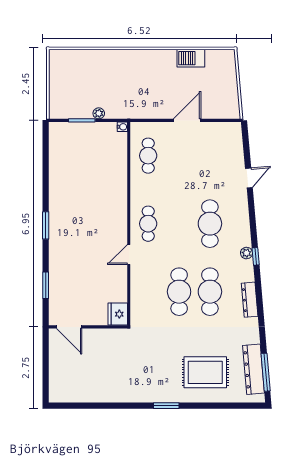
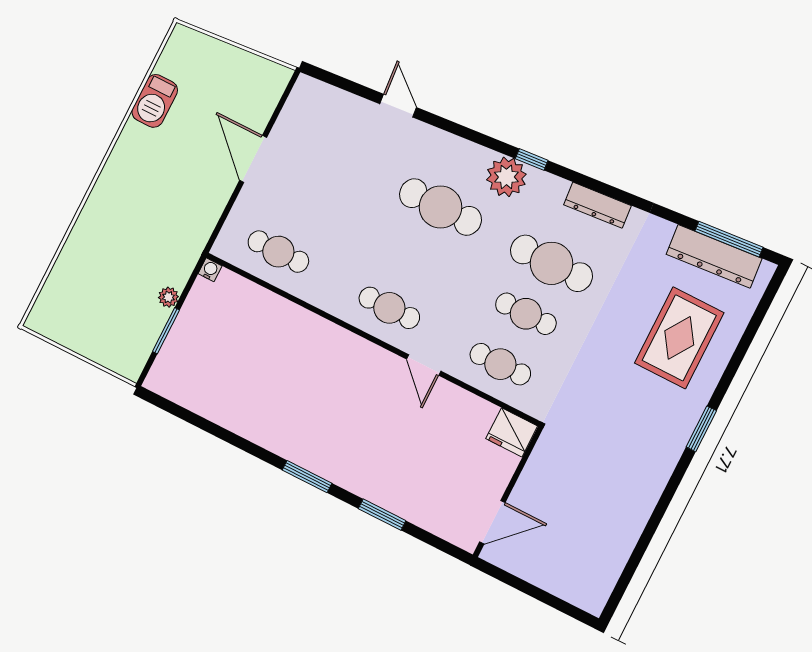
plant: (246, 253) -> (506, 177), width x1.88, depth x1.88
window: (46, 285) -> (382, 515), moved
cafe table: (148, 292) -> (500, 364), added
cafe table: (179, 292) -> (526, 314), width x0.73, depth x0.74

